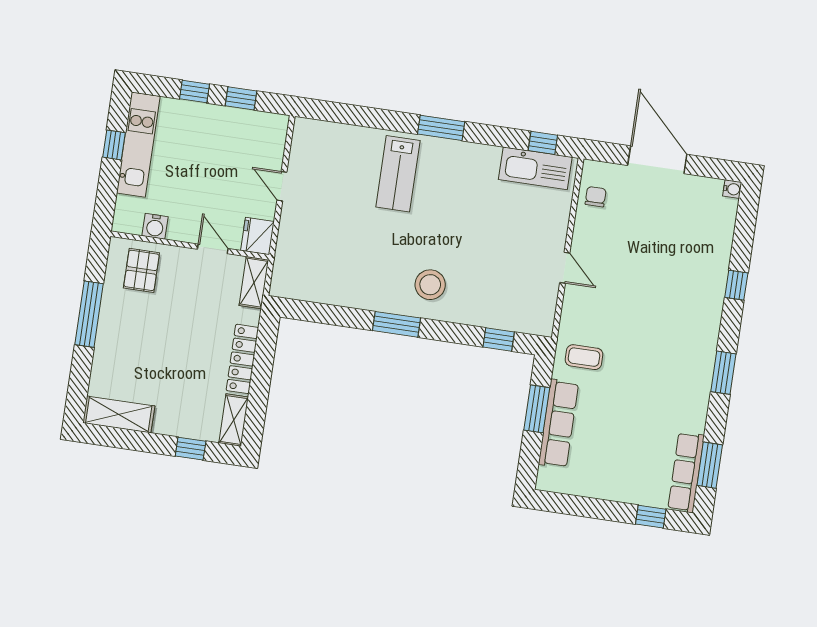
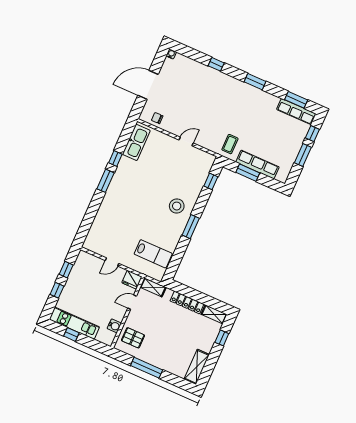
window: (543, 143) -> (115, 158), moved
lab bench: (398, 174) -> (153, 254), moved
window: (603, 509) -> (303, 155), added

